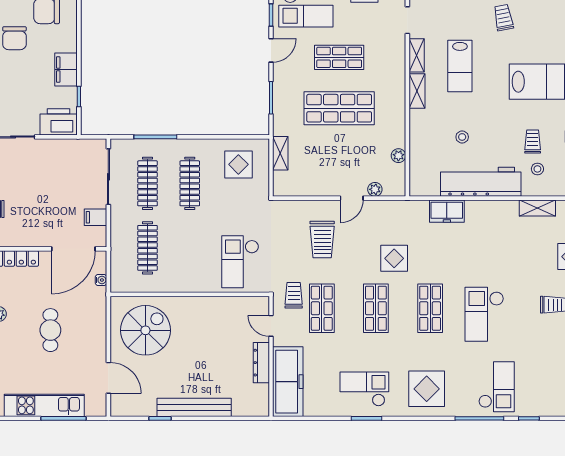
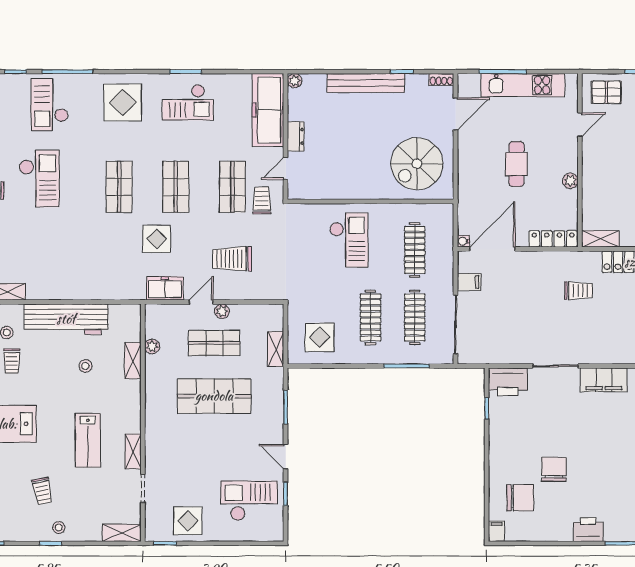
door: (271, 50) -> (286, 457), hinge flipped
shop shelf: (339, 57) -> (214, 343), moved
lab bench: (460, 66) -> (88, 440), turned 180
filing cabinet: (66, 69) -> (500, 437), removed
shelving: (417, 91) -> (133, 361), moved
plant: (375, 189) -> (222, 311), moved
freezer: (447, 211) -> (165, 288), moved
trolley: (322, 239) -> (232, 259), turned -90
checkout: (240, 262) -> (349, 240), moved
water cooler: (101, 280) -> (463, 241), moved
trolley: (294, 295) -> (262, 200), turned 180
checkout: (484, 314) -> (39, 179), moved
door: (271, 326) -> (286, 168), swing flipped
dresser: (261, 363) -> (296, 136), width x0.70
door: (108, 378) -> (456, 114), swing flipped
plant: (262, 410) -> (295, 81), added
shoe rack: (122, 411) -> (441, 79), added

